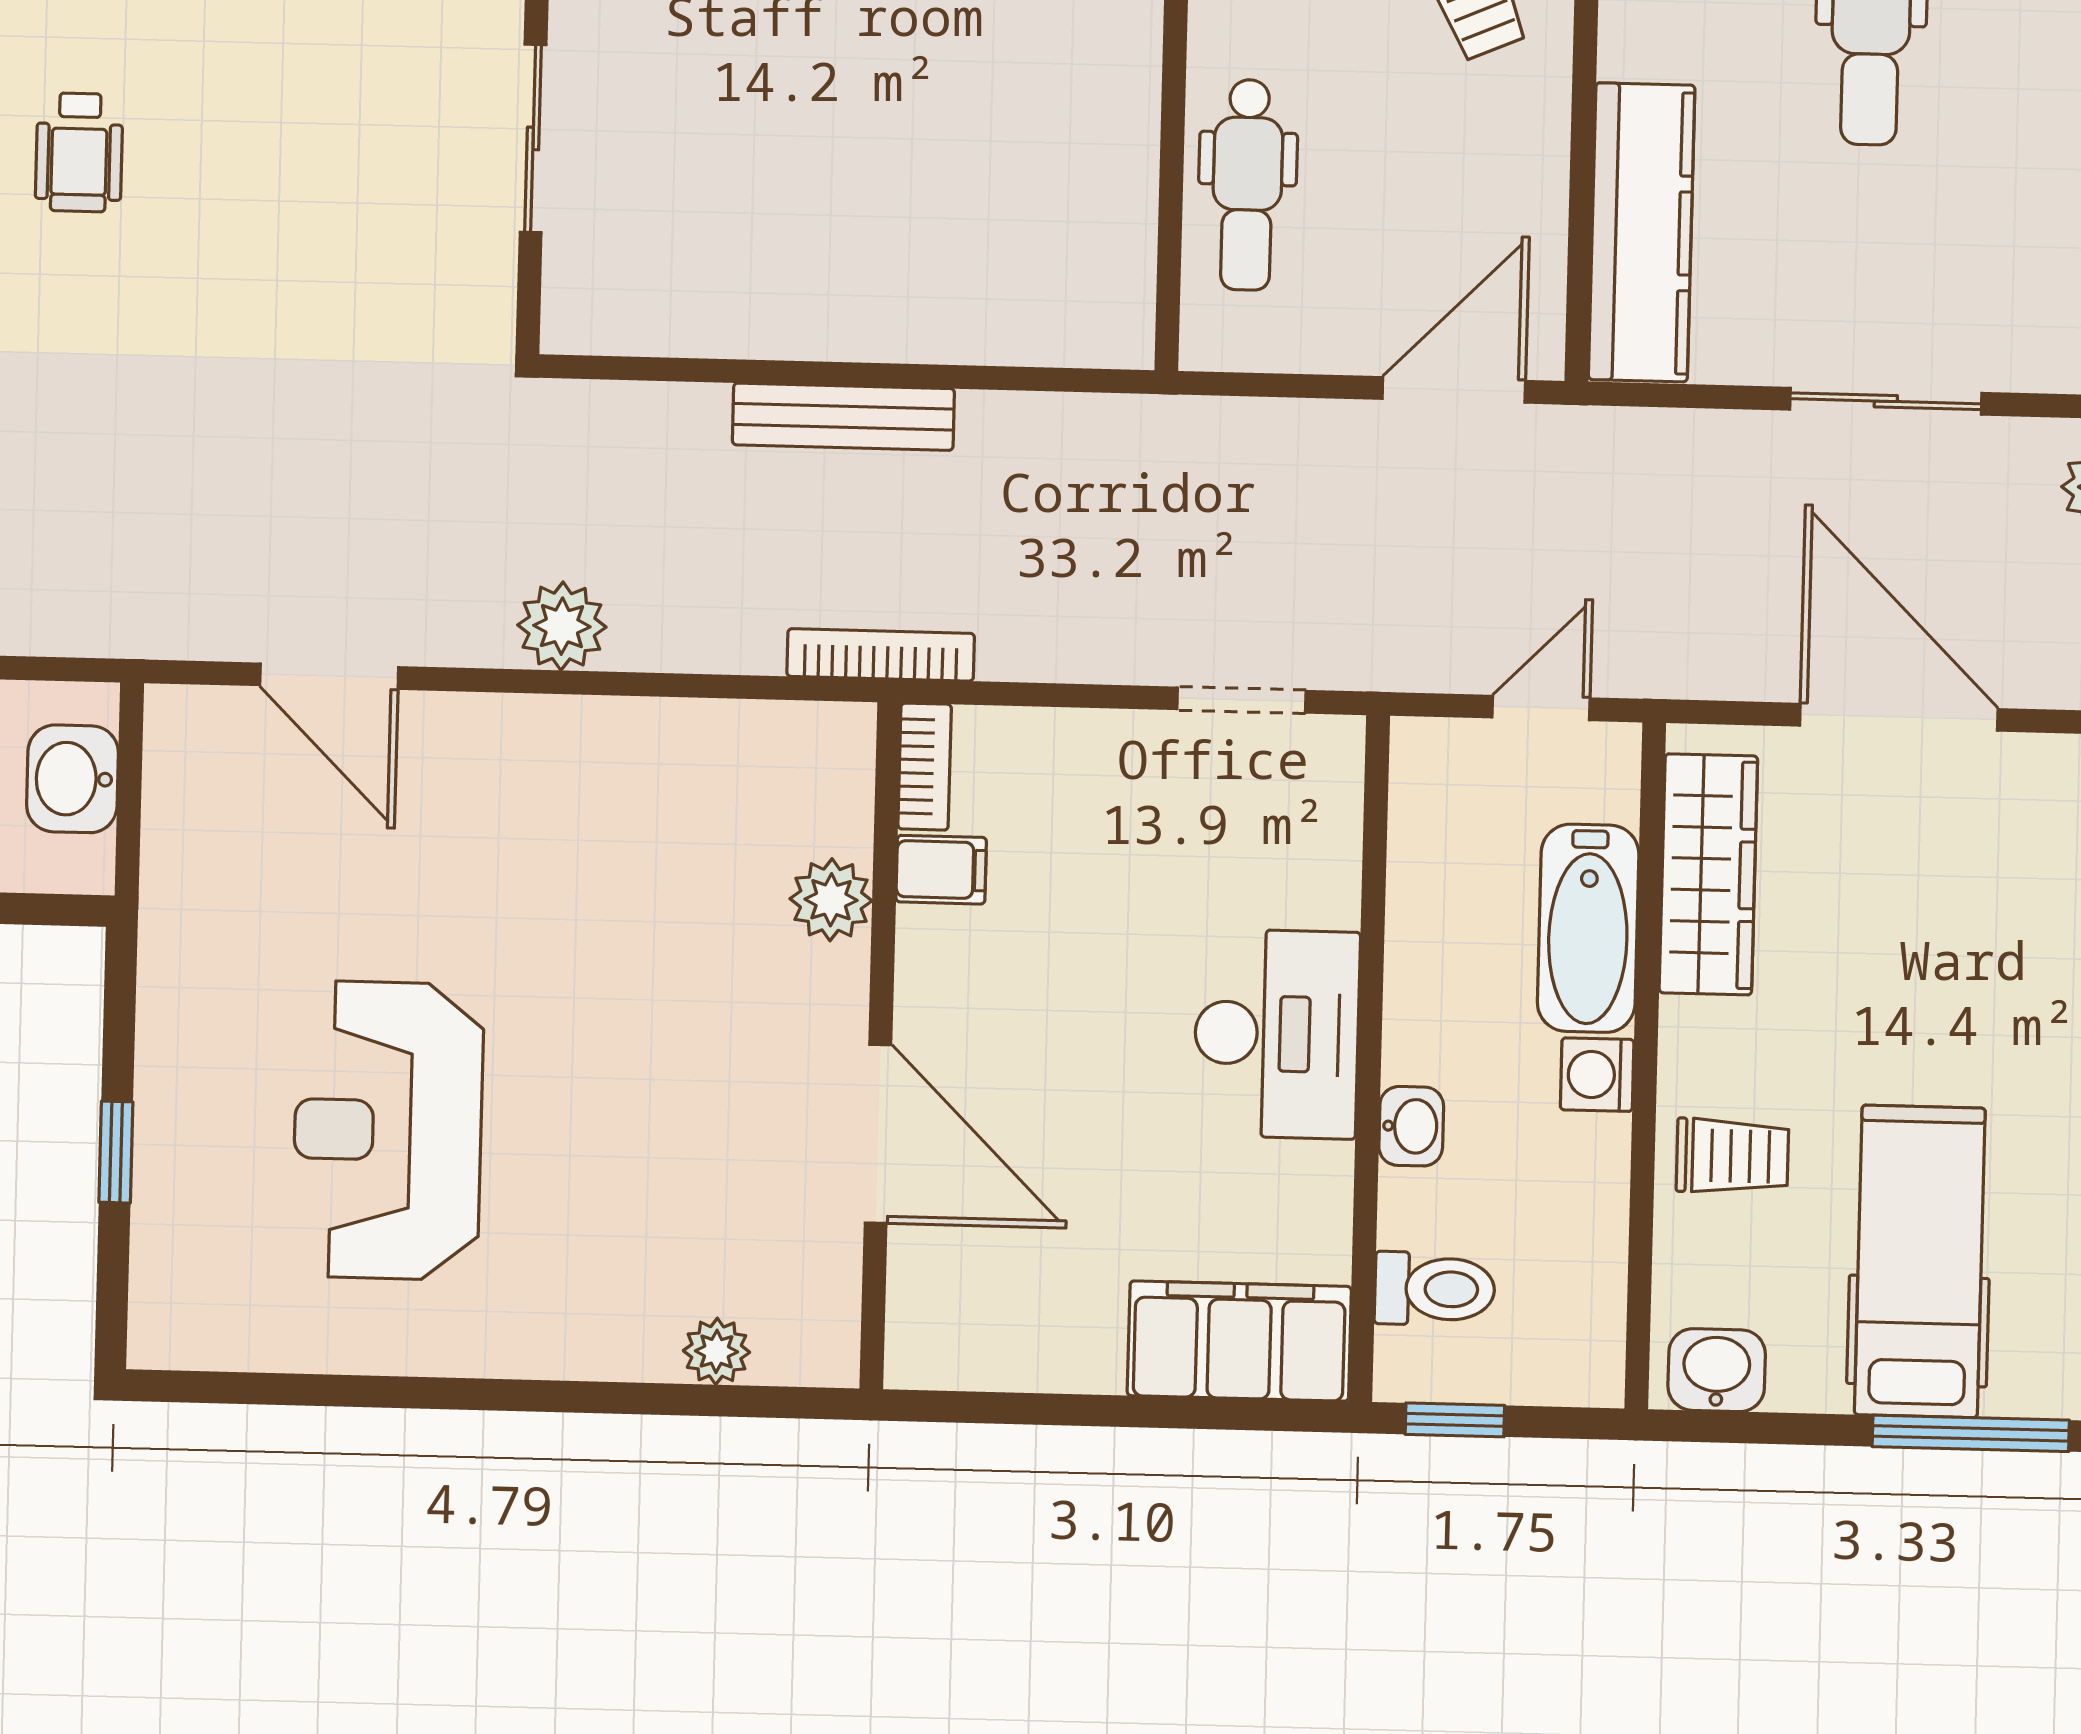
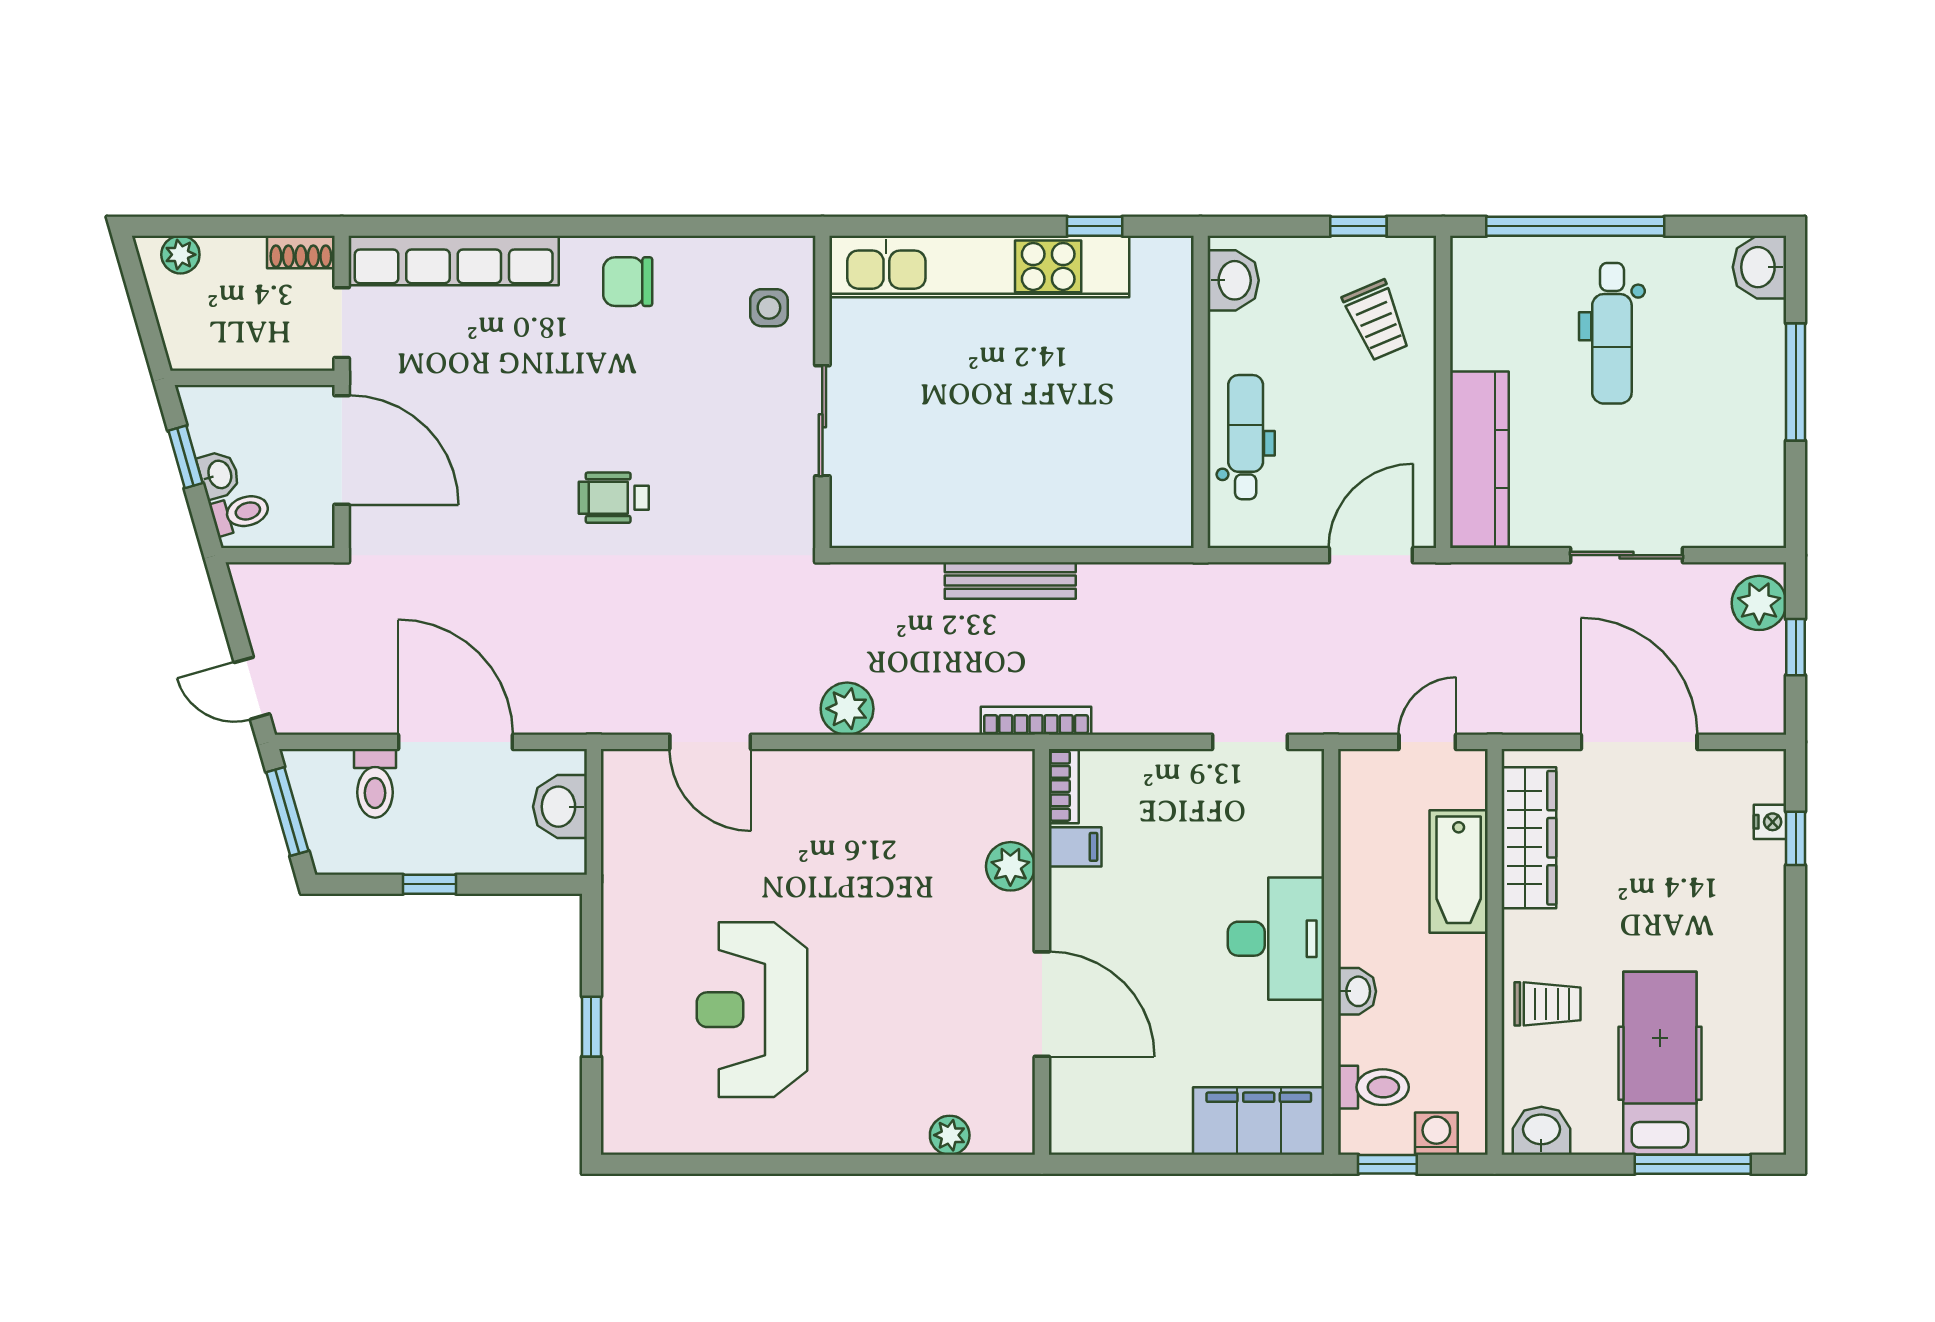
wheelchair: (79, 152) -> (614, 498), moved, turned 90
dental chair: (1247, 185) -> (1246, 437), turned 180
washing machine: (1597, 1075) -> (1436, 1134), moved, turned 90

